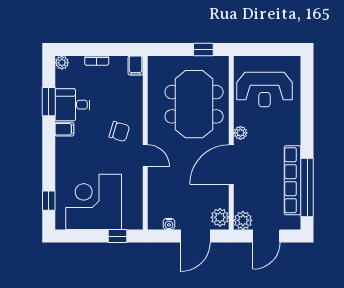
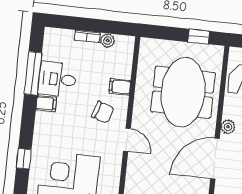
plant: (62, 63) -> (108, 41), moved
filing cabinet: (136, 66) -> (120, 87), moved, turned 90
window: (49, 102) -> (33, 73), width x1.44
window: (49, 201) -> (24, 159), moved

